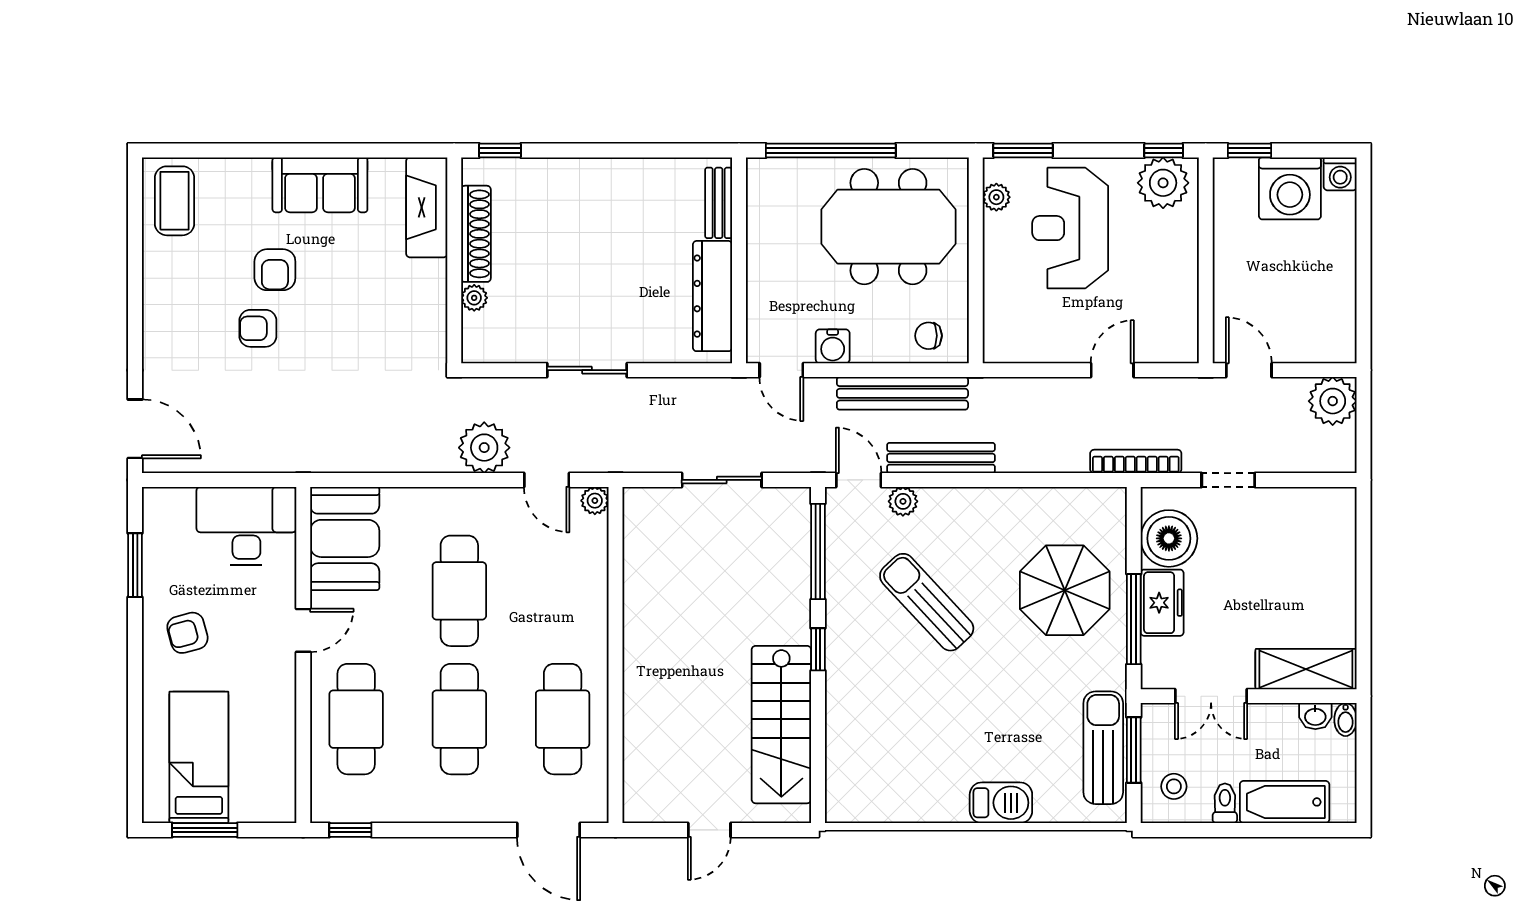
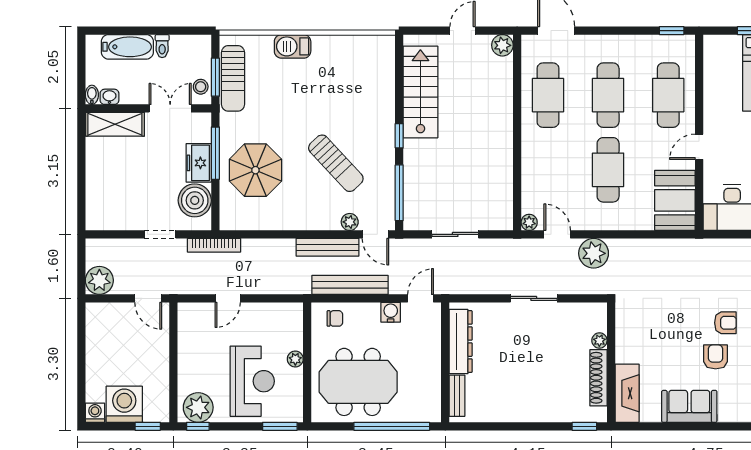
plant: (996, 197) -> (295, 359), moved
door: (781, 370) -> (421, 298), hinge flipped
stool: (1174, 786) -> (201, 87), moved
plant: (641, 805) -> (502, 45), added

